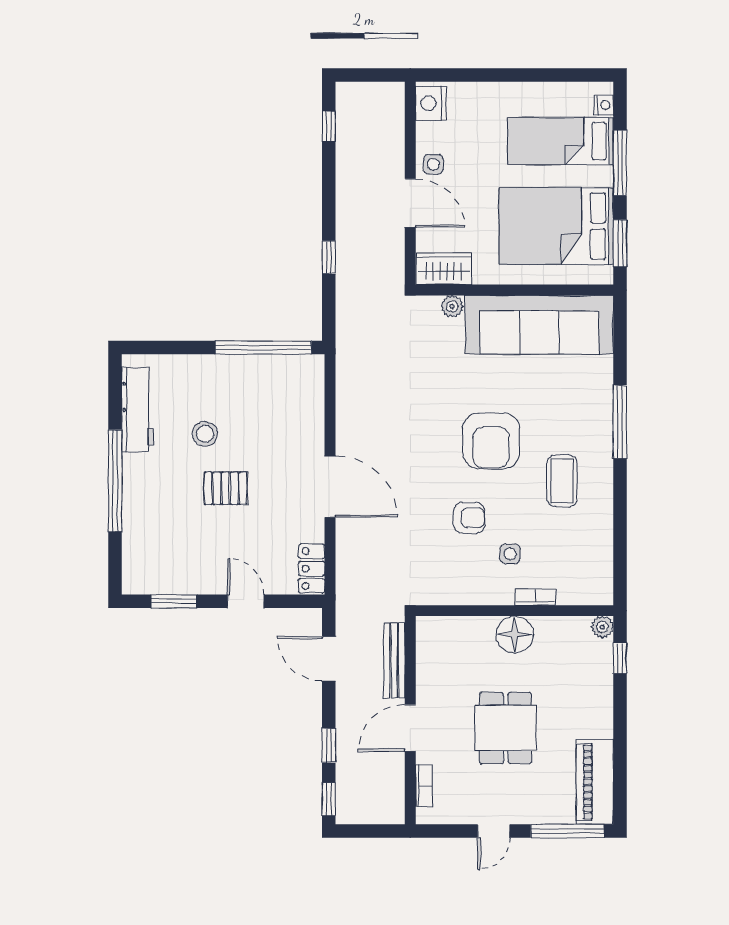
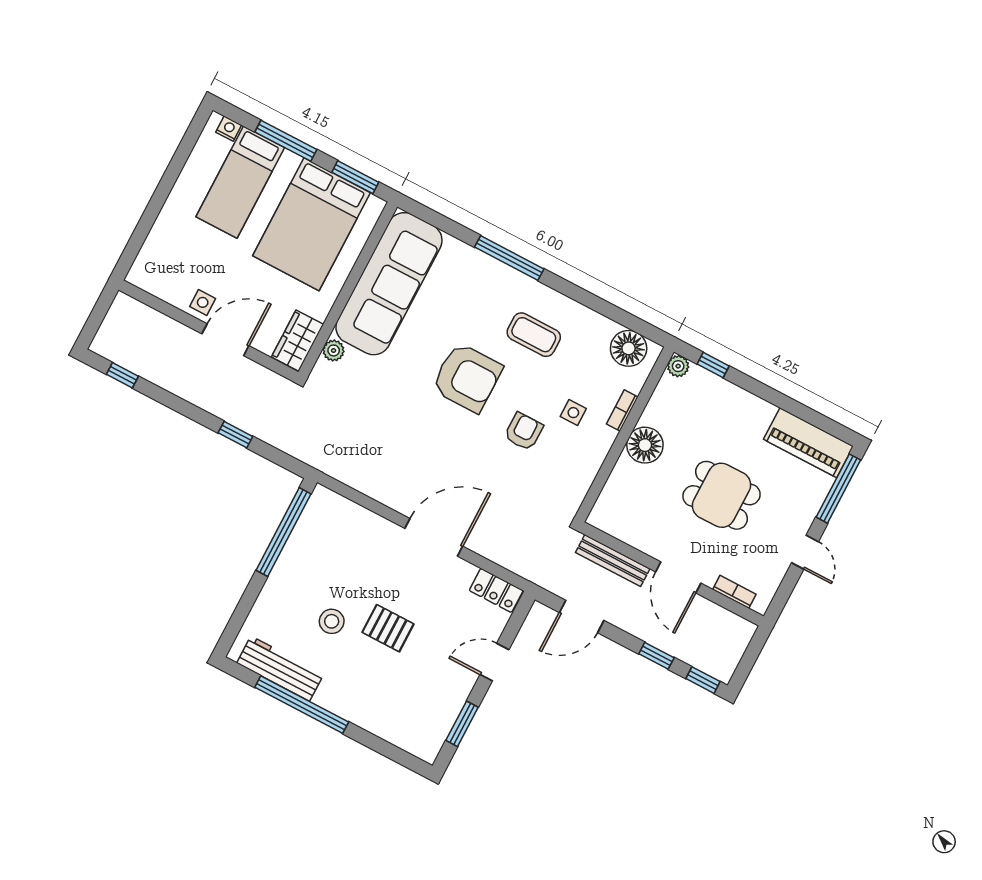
nightstand: (431, 103) -> (149, 277), removed
window: (115, 481) -> (302, 705), moved
pallet: (226, 488) -> (388, 628), turned 90
floor lamp: (595, 573) -> (629, 348), added

